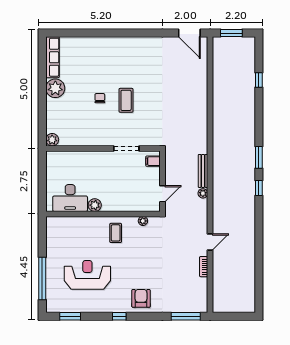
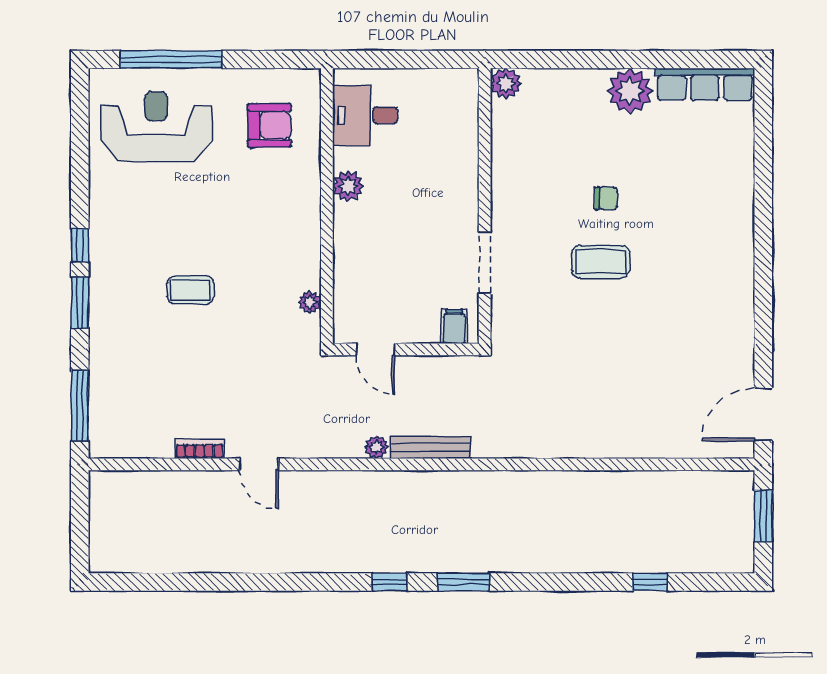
desk: (70, 198) -> (365, 115), width x0.73
coffee table: (116, 233) -> (190, 290), moved
reception desk: (87, 275) -> (156, 126), moved, turned -90
armchair: (141, 298) -> (269, 125), moved
window: (70, 316) -> (80, 302), moved

